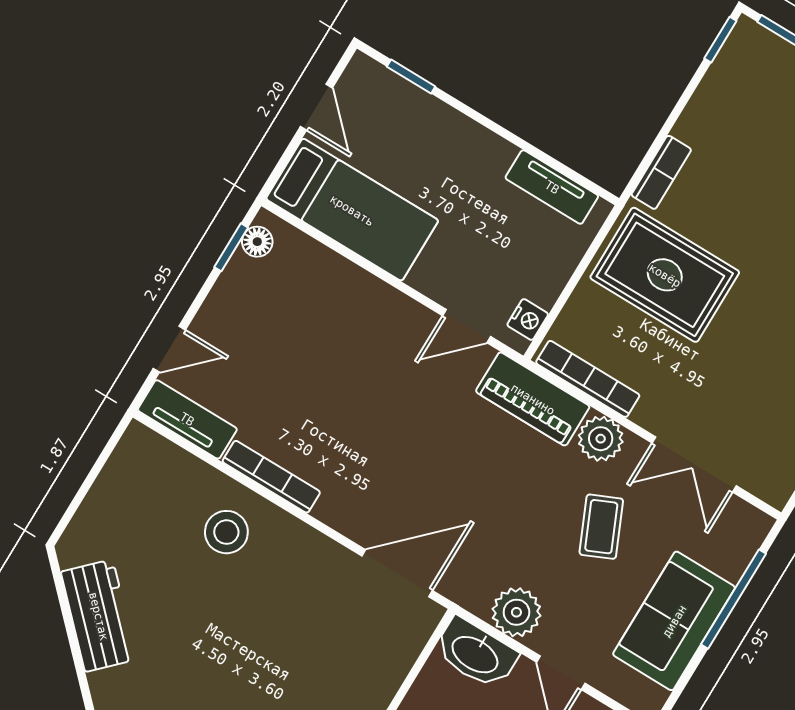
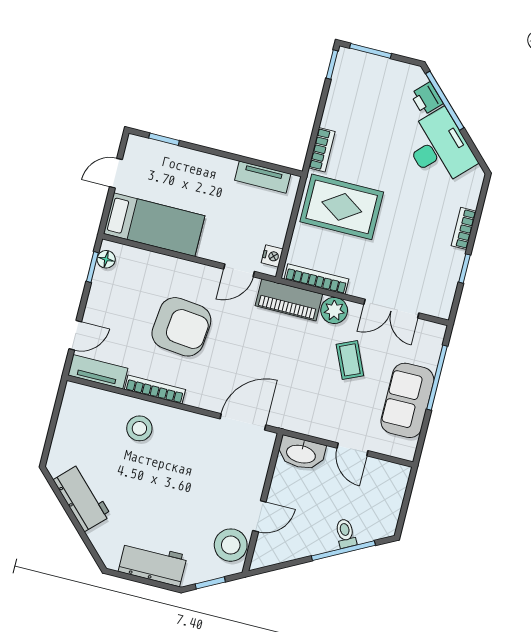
door: (316, 107) -> (116, 173), swing flipped
armchair: (345, 389) -> (181, 327), added
plant: (516, 612) -> (317, 423), removed

